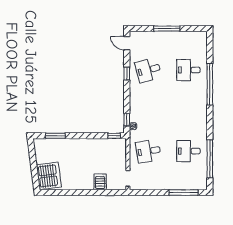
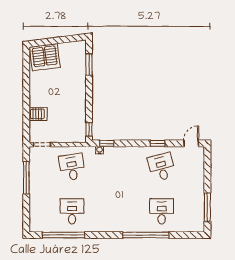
window: (167, 29) -> (207, 207), moved
window: (184, 193) -> (26, 178), moved

